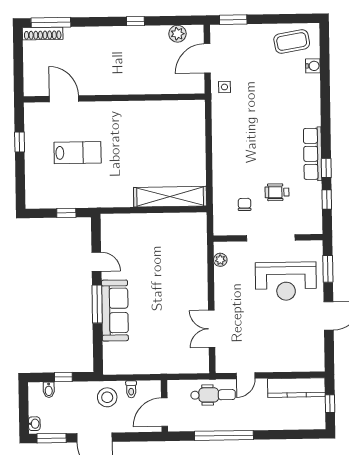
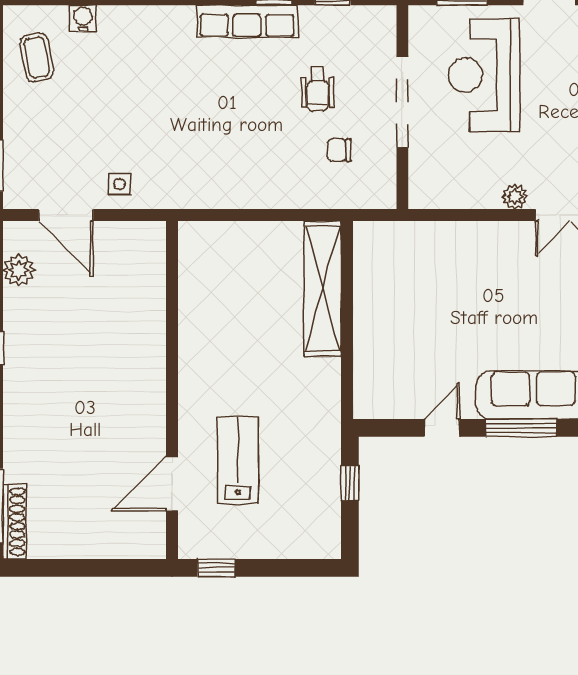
coffee table: (292, 41) -> (37, 57), width x0.73, depth x0.77
wall: (114, 98) -> (172, 390), moved
door: (64, 99) -> (172, 484), moved
plant: (220, 260) -> (515, 197), moved
reception desk: (286, 281) -> (484, 75), turned 180

